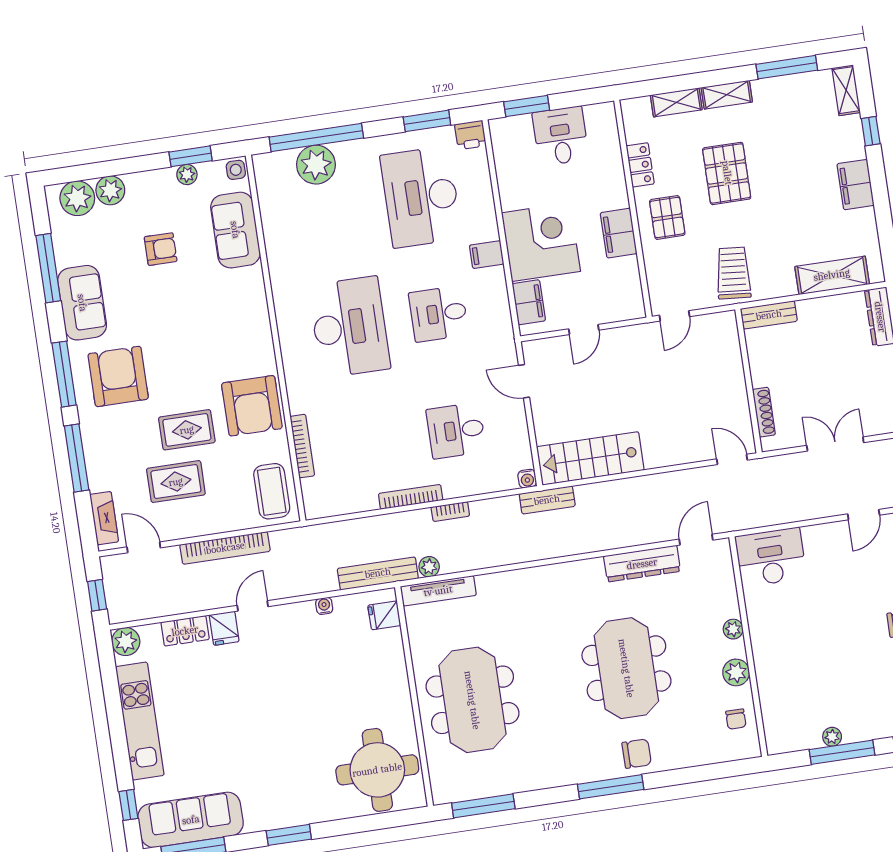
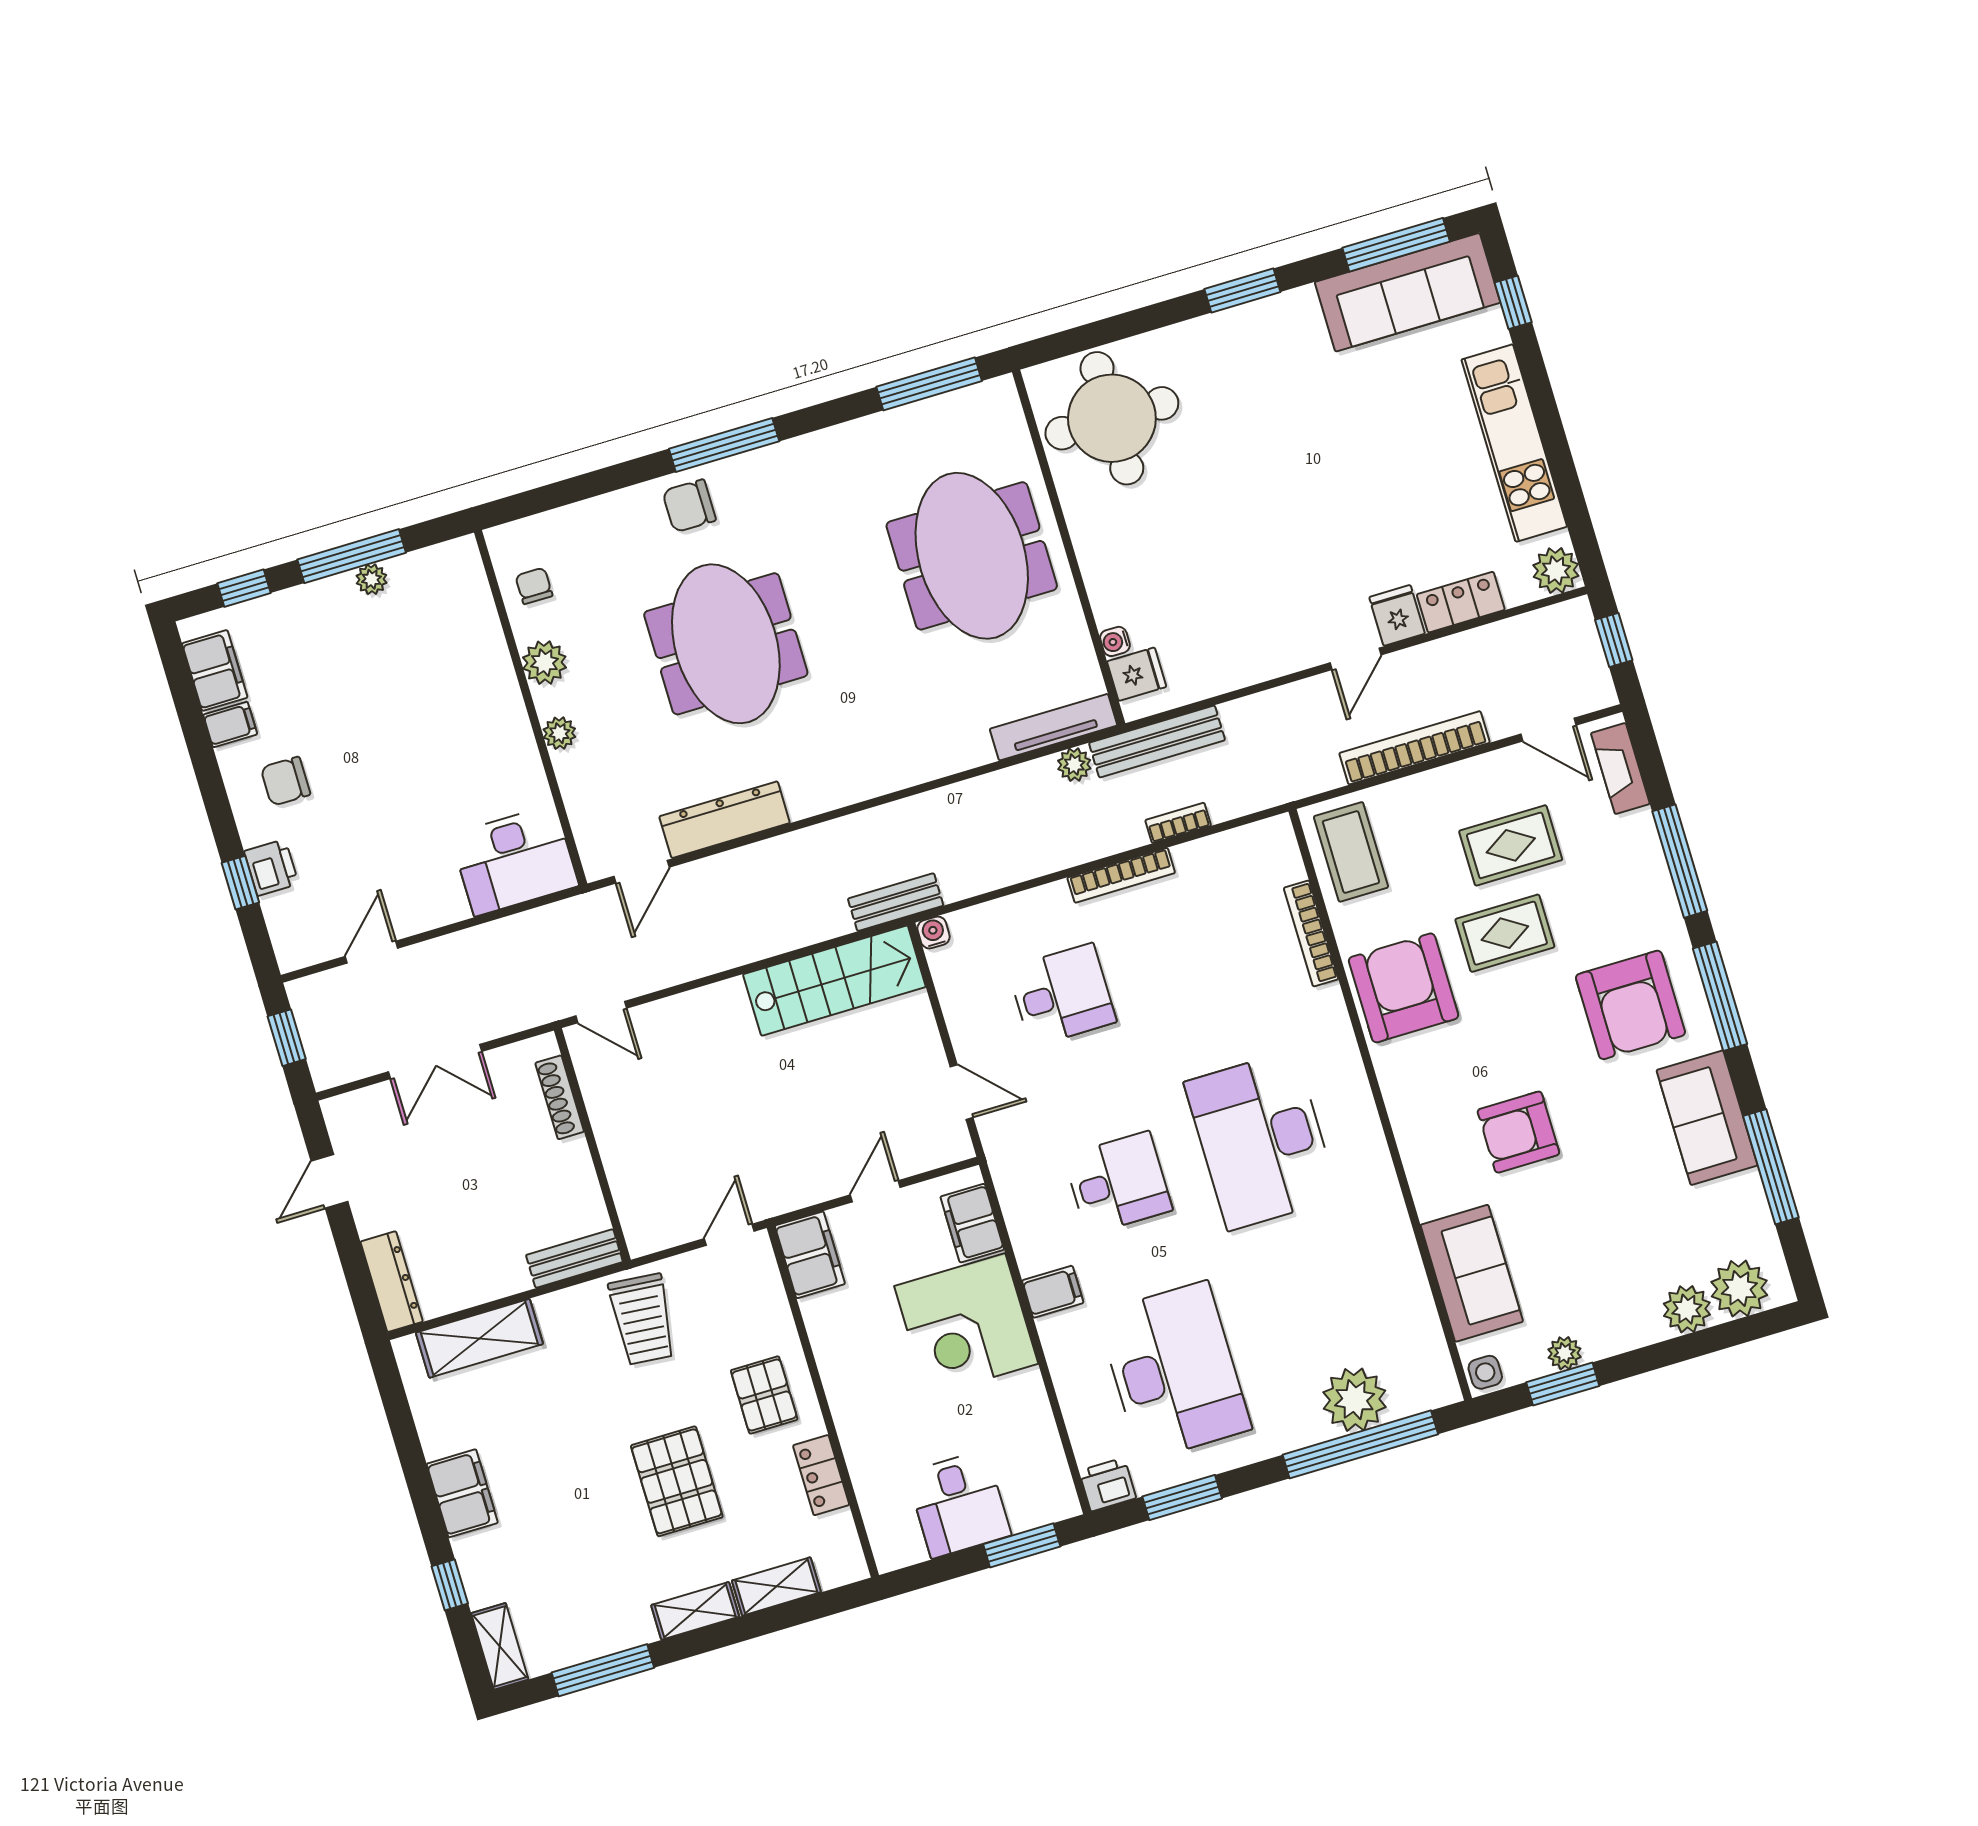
filing cabinet: (619, 233) -> (810, 1255), moved
armchair: (161, 249) -> (1518, 1132), moved, width x1.38, depth x1.38
bookcase: (450, 512) -> (1178, 823), moved
water cooler: (324, 606) -> (1115, 641), moved, turned 90

